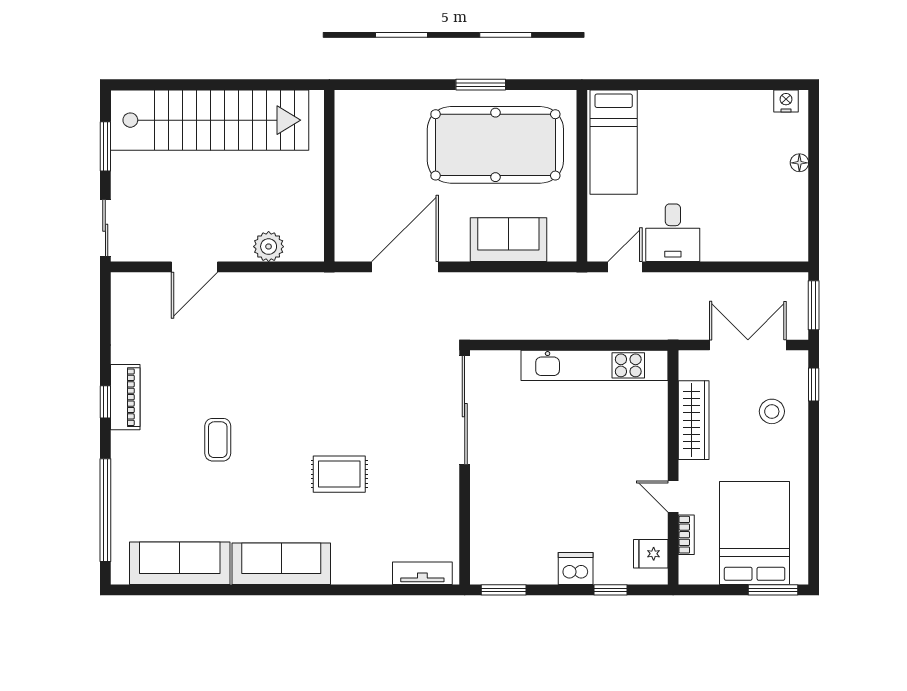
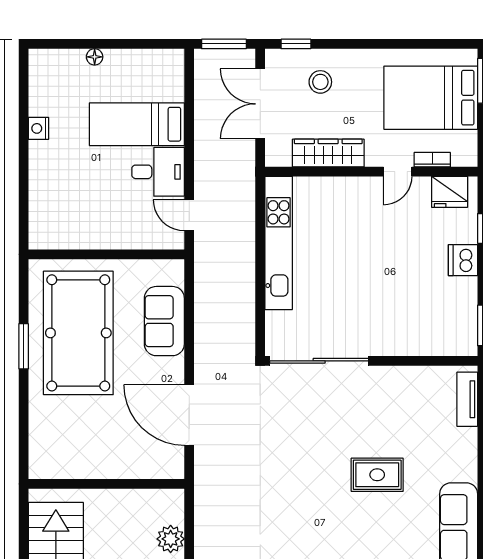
nightstand: (786, 101) -> (38, 128), moved
bed: (614, 142) -> (137, 124), moved, turned 180
rug: (339, 474) -> (377, 475), turned 90
fridge: (651, 554) -> (450, 192), width x1.38

